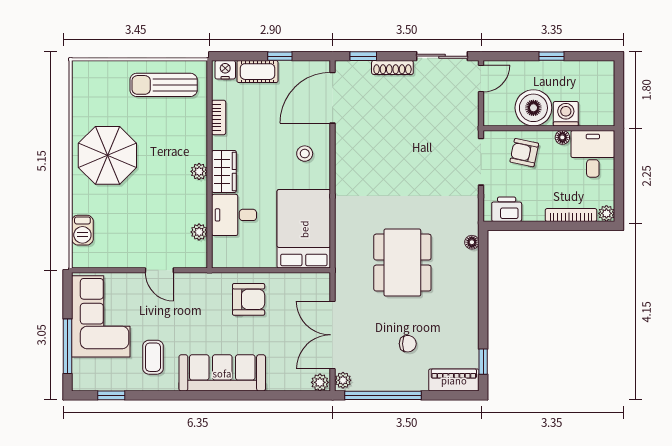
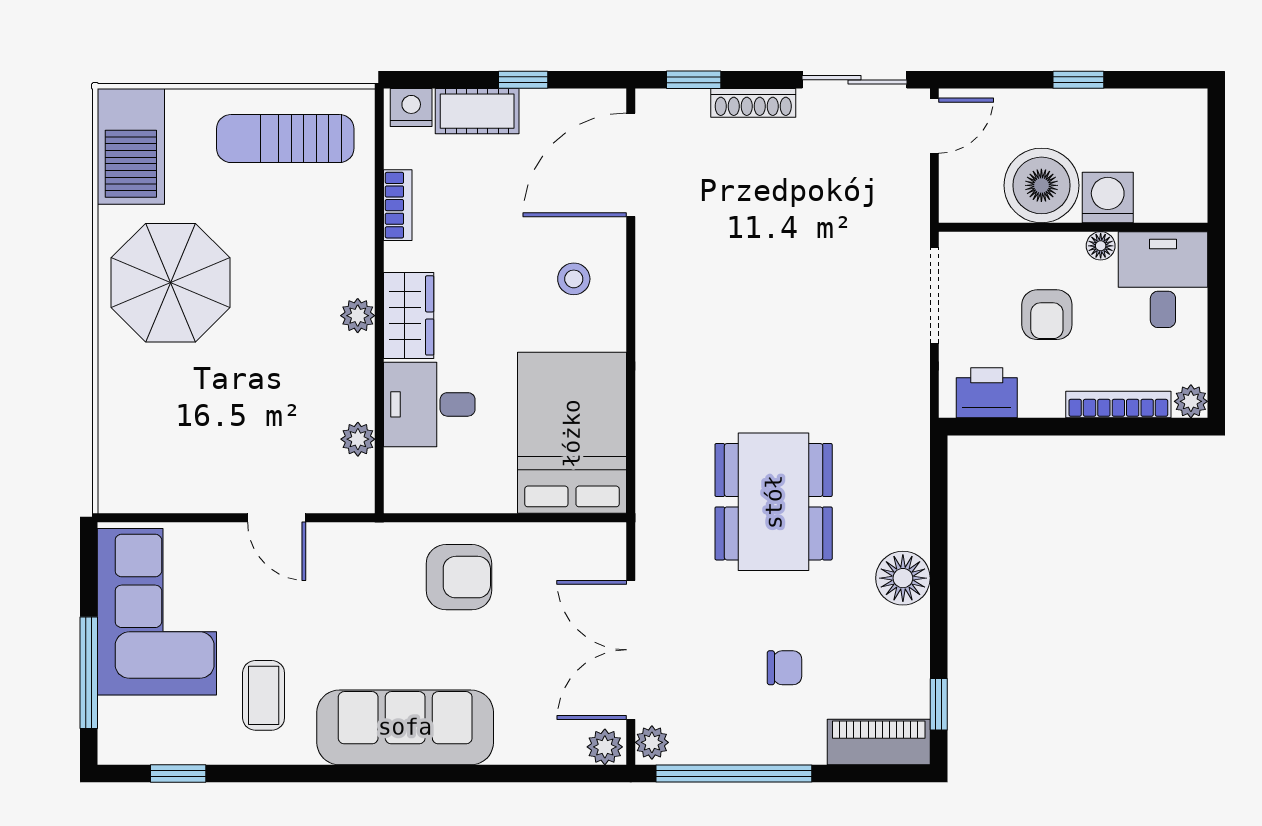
armchair: (524, 153) -> (1047, 315), moved, turned -102
barbecue: (82, 230) -> (131, 146), moved, width x1.88, depth x1.53
floor lamp: (472, 242) -> (903, 578), moved, width x1.89, depth x1.89

